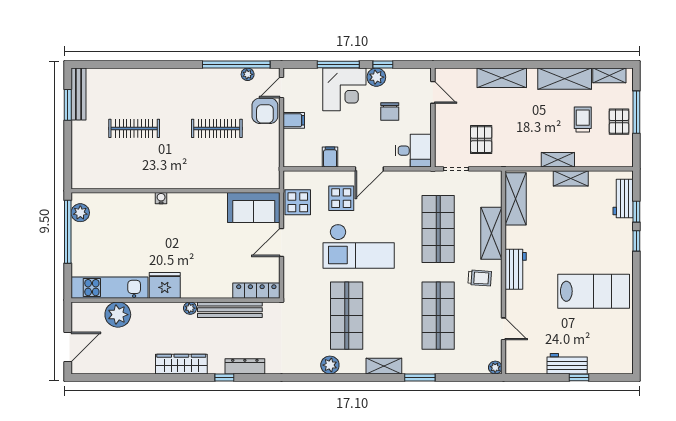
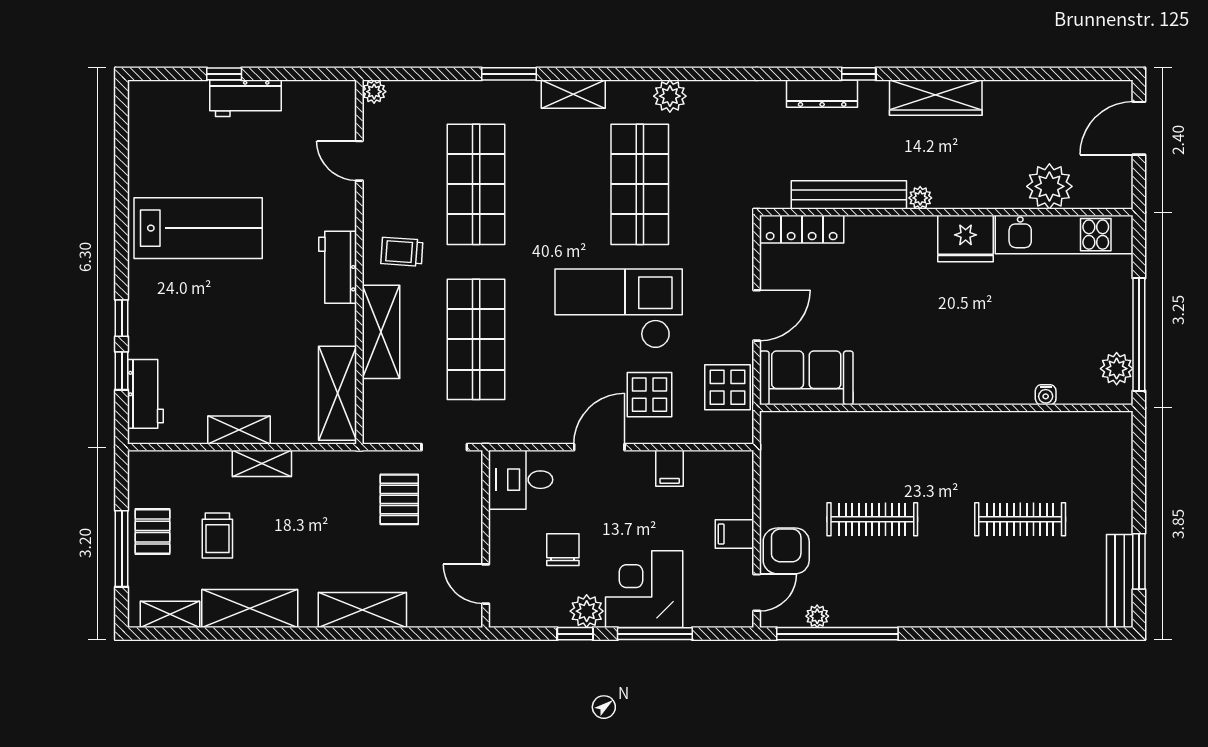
water cooler: (161, 198) -> (1046, 395), moved
lab bench: (594, 291) -> (198, 228), turned 180

